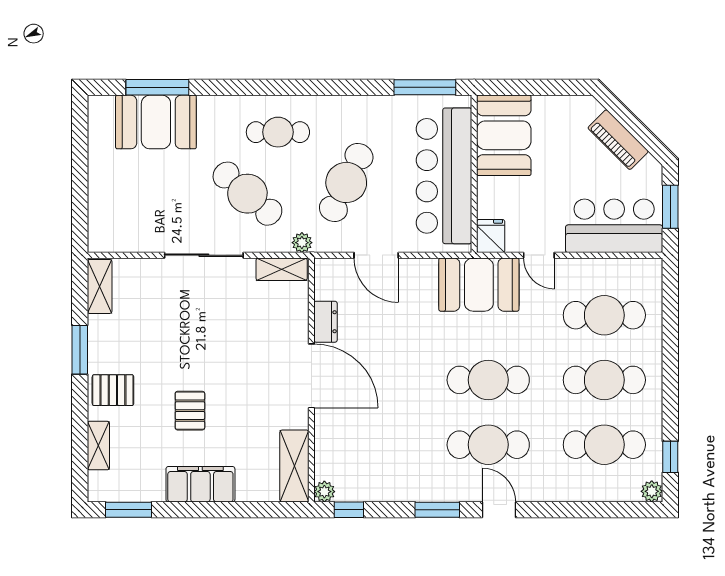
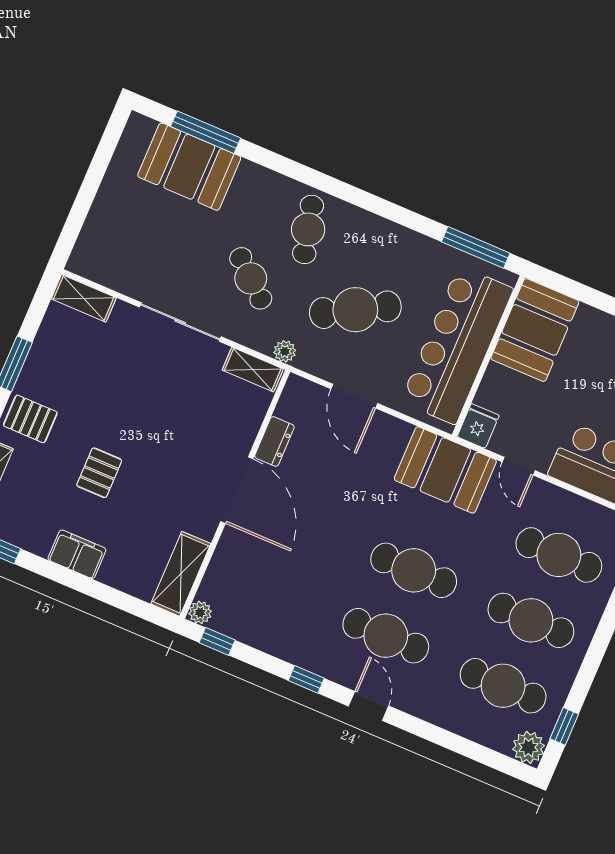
cafe table: (278, 132) -> (308, 229), turned 76
cafe table: (346, 182) -> (355, 310), turned 35
cafe table: (247, 194) -> (251, 278), width x0.73, depth x0.74
shelving: (100, 286) -> (84, 298), moved, turned 90
filing cabinet: (200, 484) -> (77, 554), width x0.67, depth x0.86
plant: (652, 491) -> (528, 747), width x1.38, depth x1.38
window: (437, 510) -> (306, 679), width x0.67

